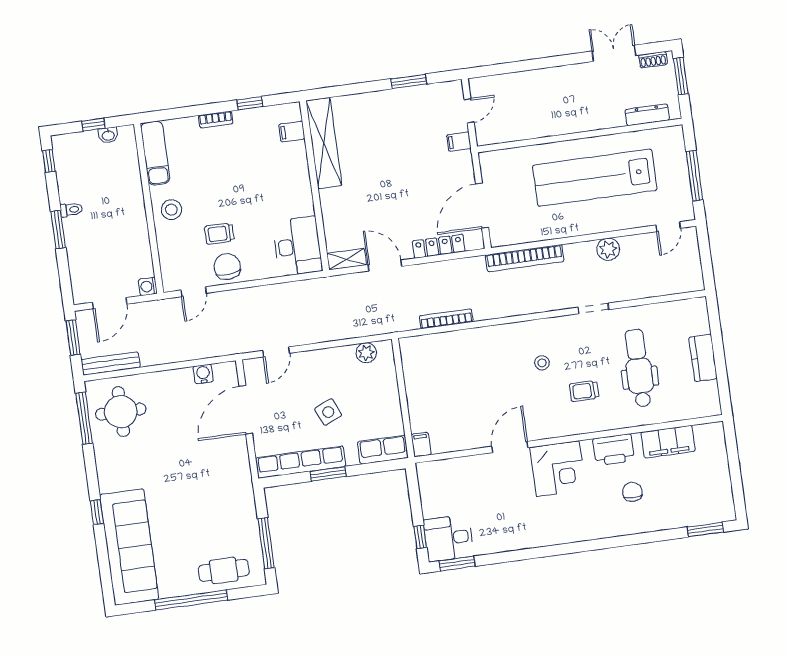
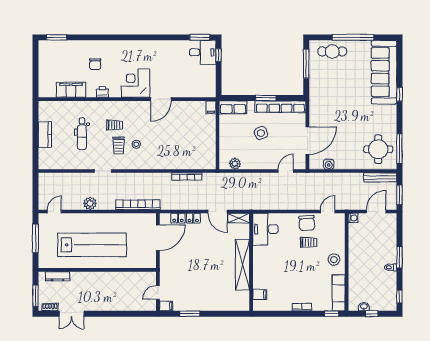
window: (250, 103) -> (332, 314), moved
filing cabinet: (459, 142) -> (166, 306), moved
shelving: (324, 143) -> (243, 265), moved
trolley: (572, 356) -> (119, 146), added
dental chair: (639, 368) -> (82, 134), width x0.73, depth x0.72
printer: (614, 450) -> (102, 92), width x0.53, depth x0.68

